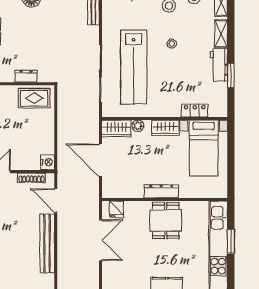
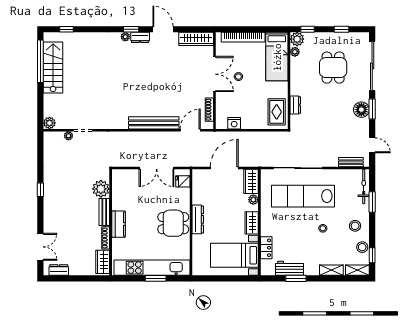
workbench: (219, 65) -> (289, 268), moved
nightstand: (48, 162) -> (234, 123), moved

